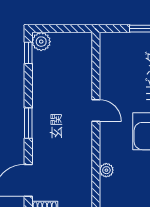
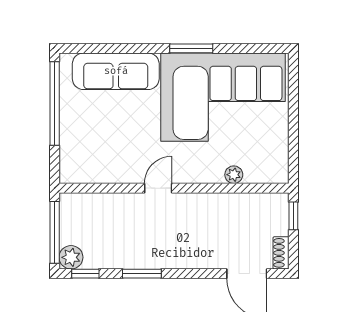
window: (61, 29) -> (55, 232), added
window: (28, 123) -> (142, 274), moved

